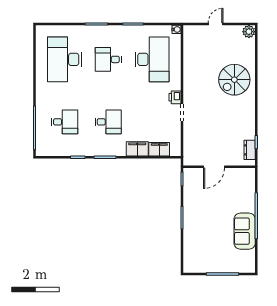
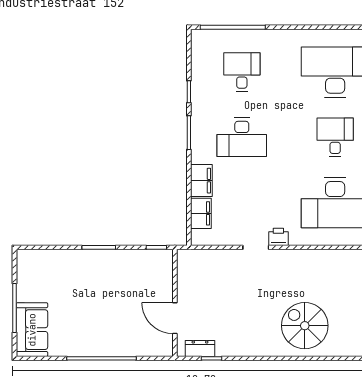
desk: (65, 122) -> (242, 72), turned 180
desk: (108, 122) -> (242, 137), width x1.37
door: (214, 167) -> (175, 318), moved
sofa: (245, 231) -> (32, 330), moved, turned 90

